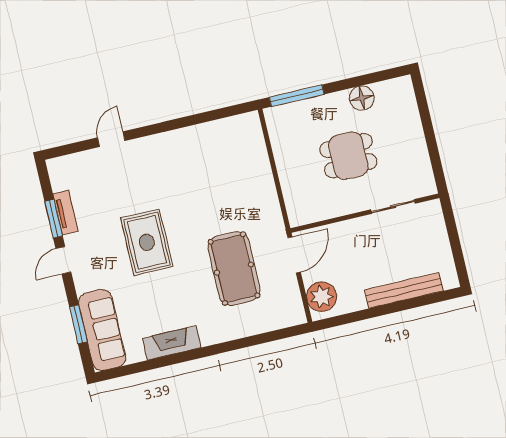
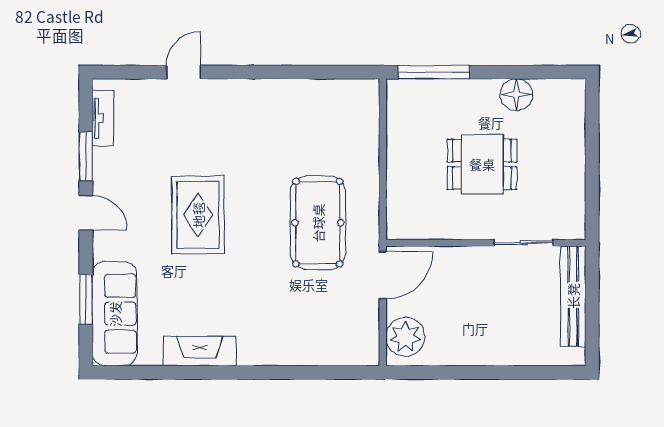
tv unit: (65, 213) -> (103, 118), moved
door: (63, 260) -> (86, 213), swing flipped
pool table: (234, 269) -> (318, 223), moved
bench: (404, 290) -> (573, 296), moved, turned 90

